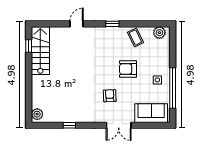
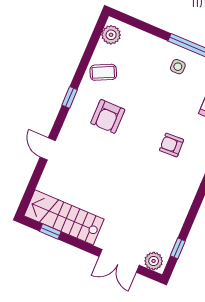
armchair: (128, 69) -> (108, 116), moved
double door: (29, 94) -> (119, 261), added
window: (69, 125) -> (178, 248), moved

